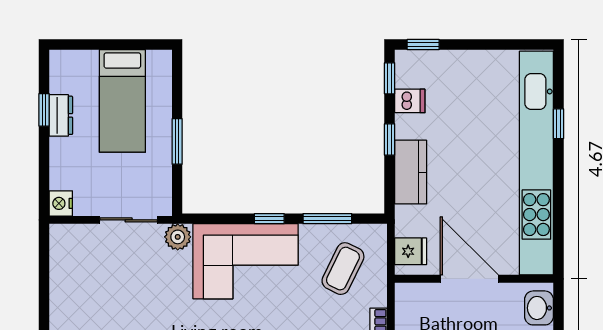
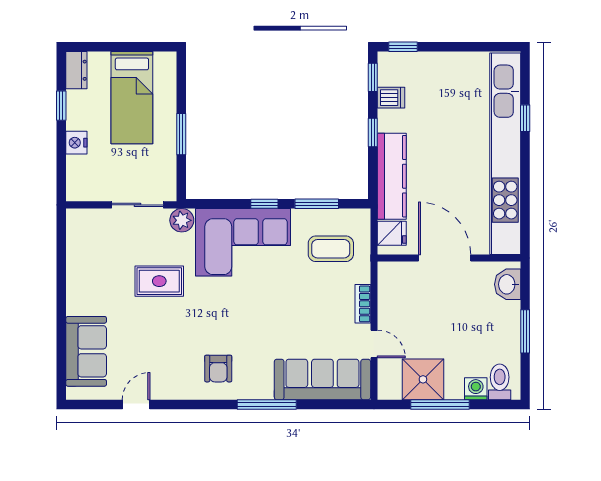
dresser: (61, 115) -> (76, 70), moved
kitchen counter: (411, 172) -> (392, 176), width x1.50
nightstand: (61, 203) -> (76, 143), moved
coffee table: (343, 269) -> (331, 249), turned 64
rug: (153, 304) -> (159, 281), added

